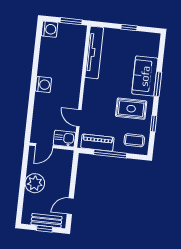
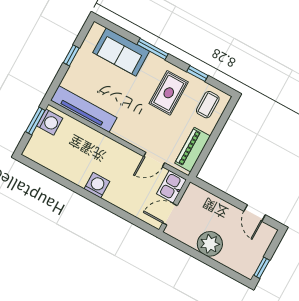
washing machine: (50, 29) -> (50, 122), moved, turned 90
sofa: (145, 76) -> (121, 52), moved
door: (44, 146) -> (170, 214), swing flipped
window: (110, 154) -> (212, 140), removed
bench: (46, 221) -> (260, 248), removed
window: (45, 229) -> (262, 268), moved

